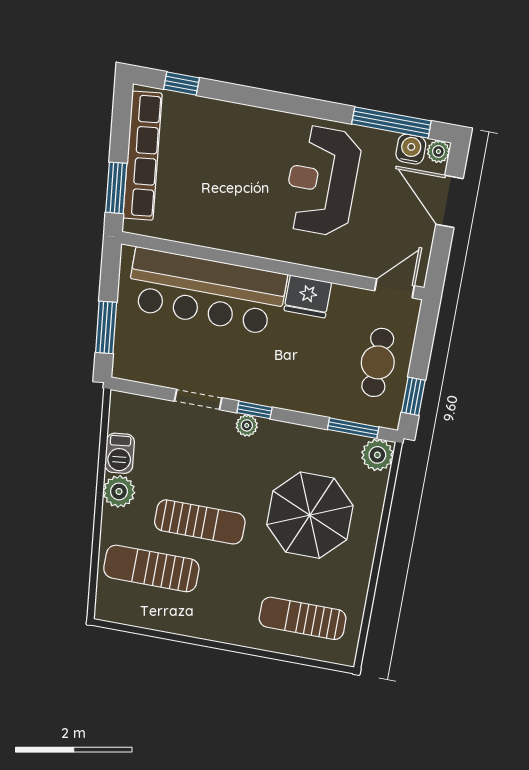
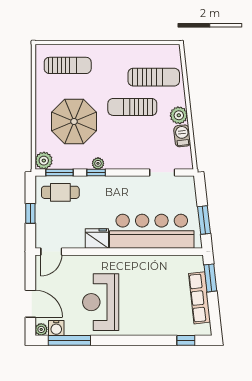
row of seats: (142, 156) -> (200, 298), width x0.73
reception desk: (322, 181) -> (101, 302), turned 180
window: (106, 327) -> (204, 220), moved
cafe table: (378, 362) -> (60, 192), moved, turned 90
window: (413, 396) -> (30, 213), moved
doorway: (198, 399) -> (162, 172), moved
window: (254, 410) -> (96, 172), moved
plant: (247, 425) -> (98, 163), moved

